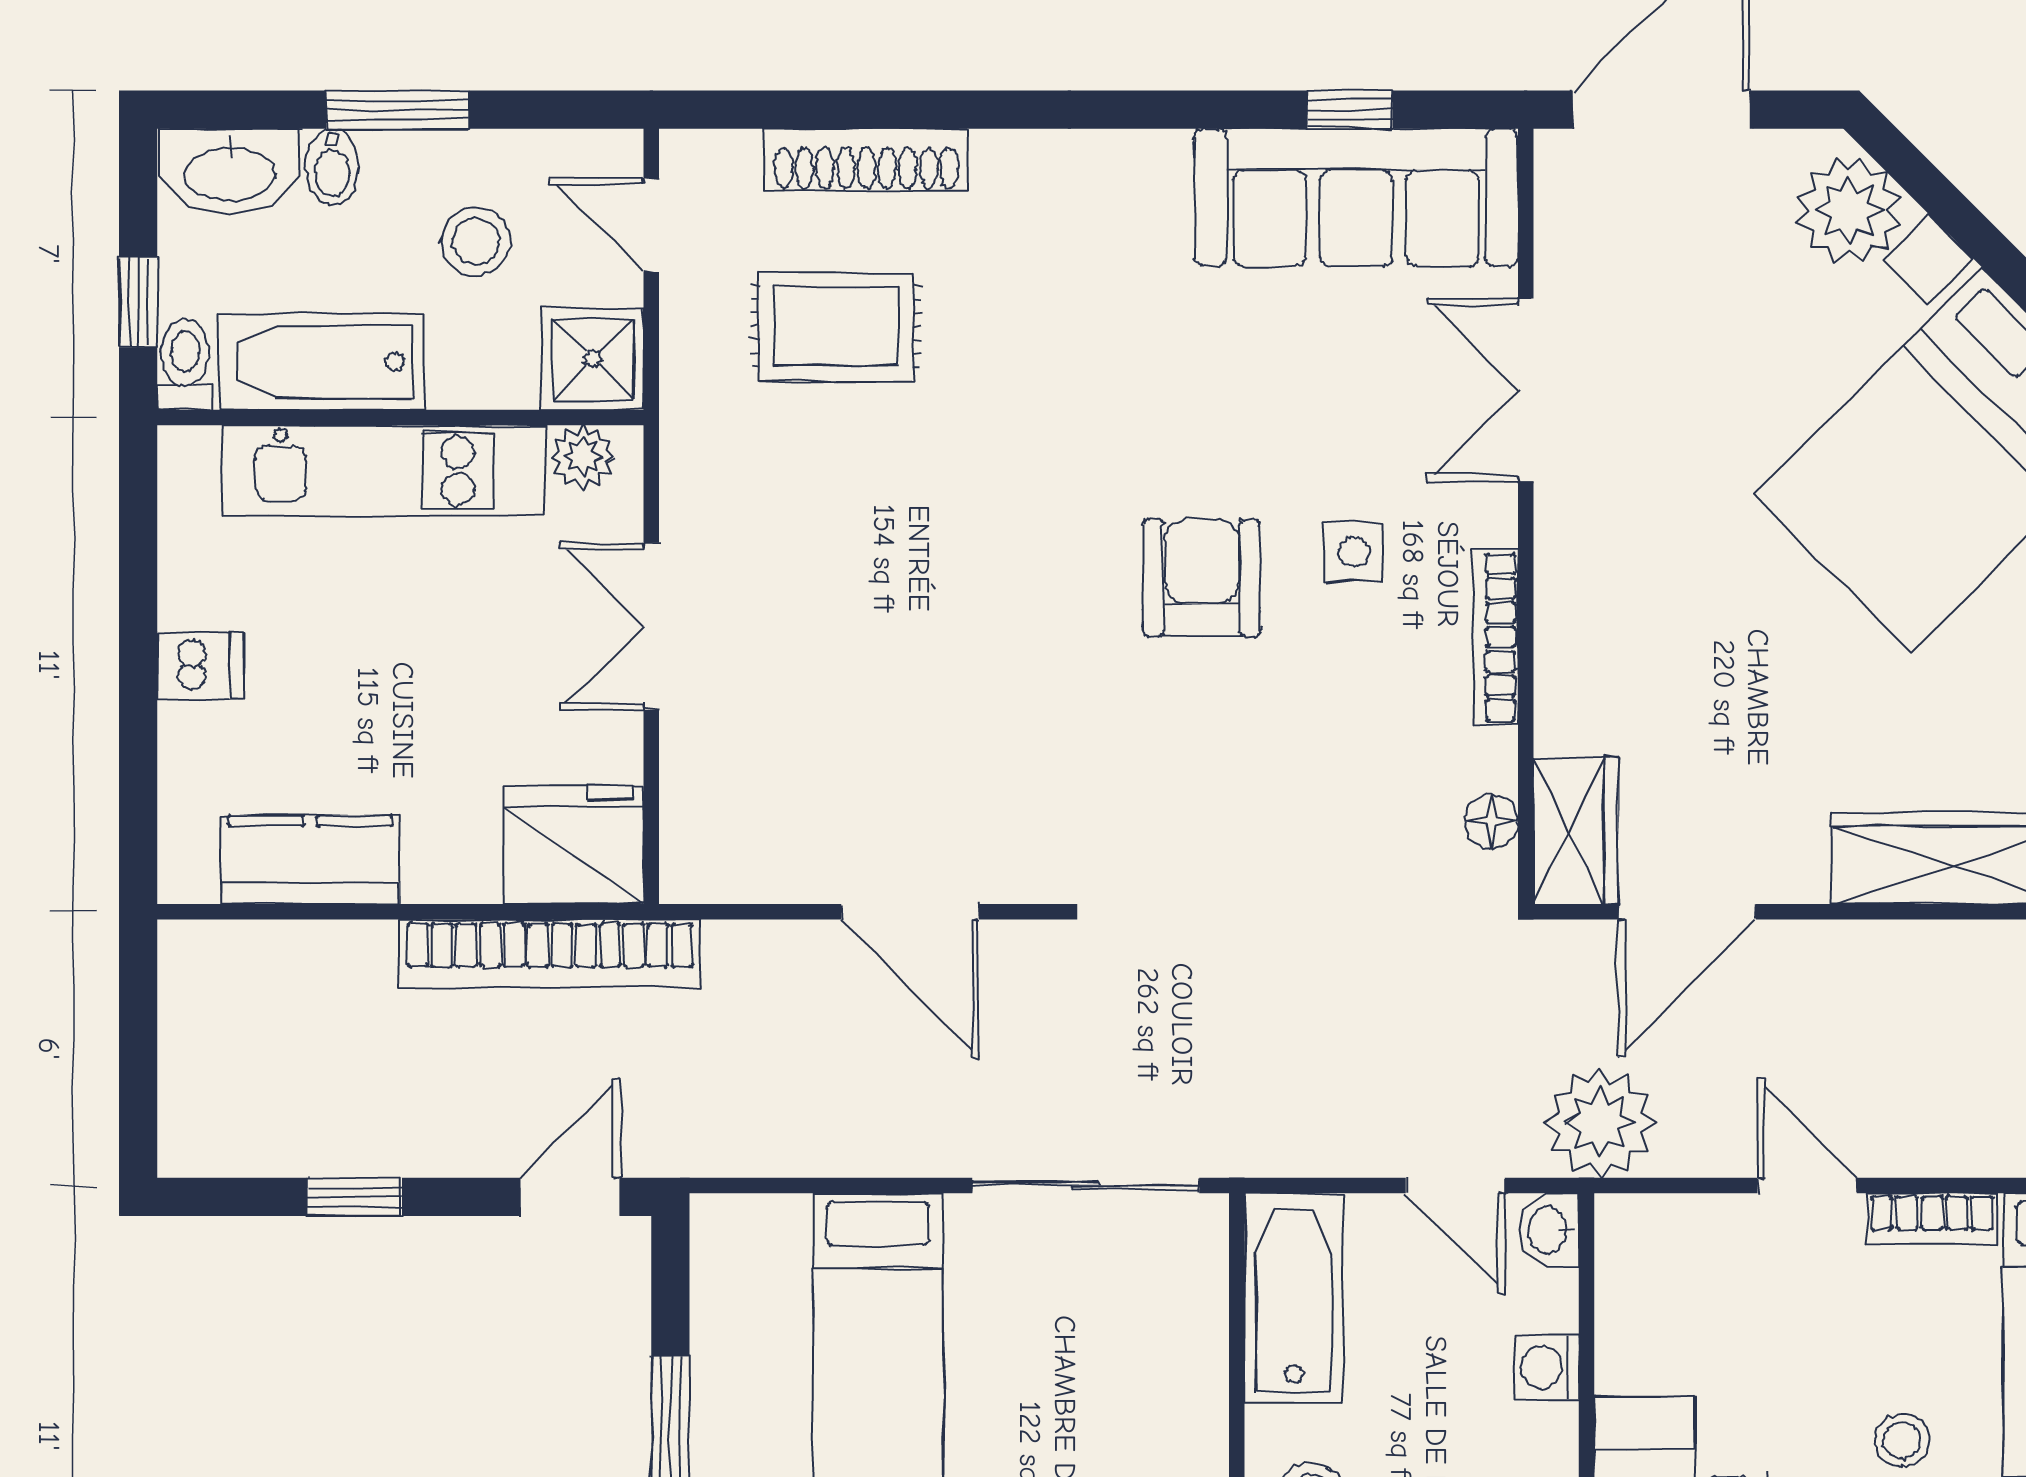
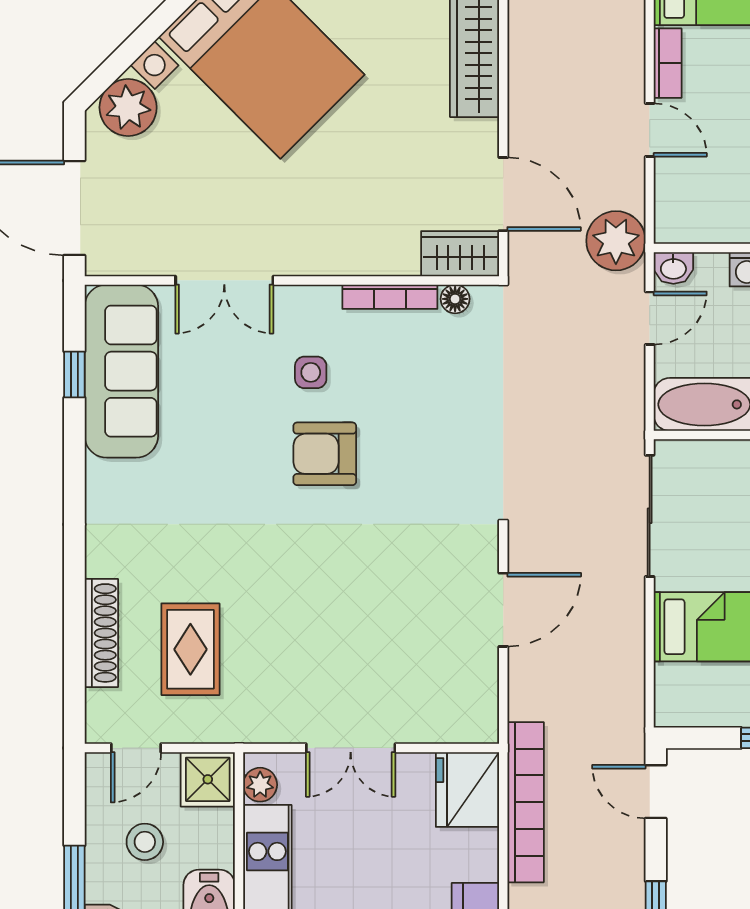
bookcase: (1495, 637) -> (390, 297), moved
door: (1807, 1186) -> (650, 130), swing flipped

